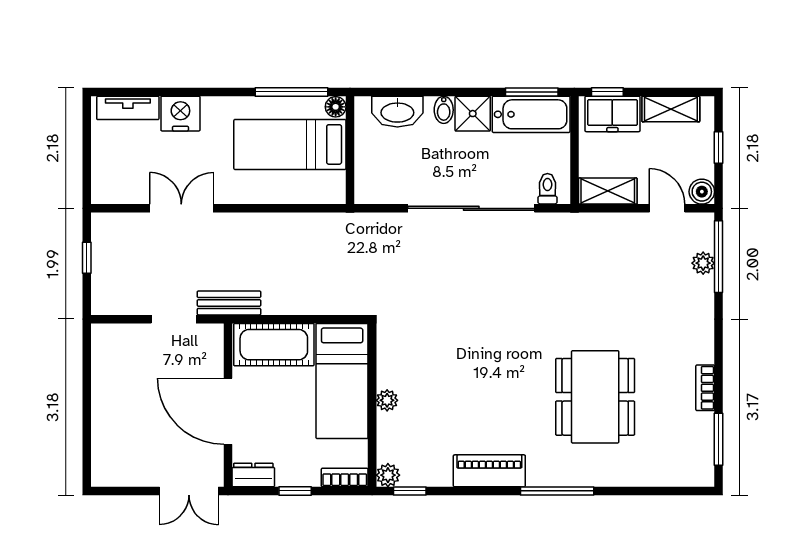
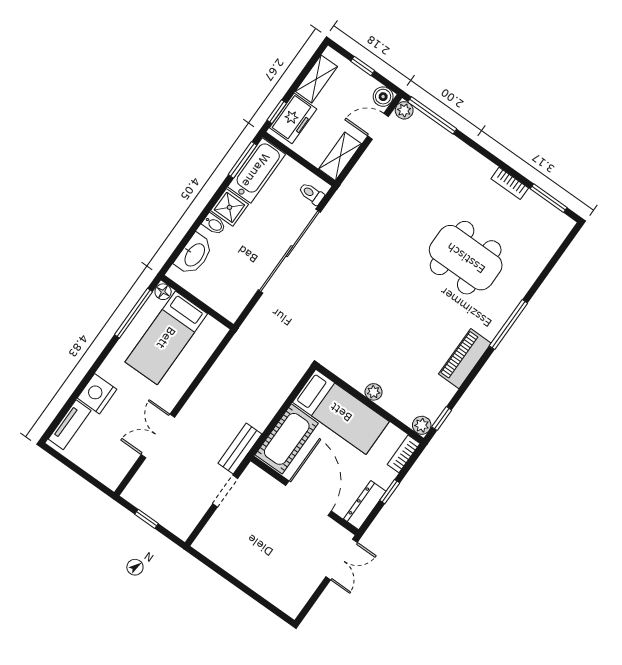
plant: (703, 263) -> (404, 110), moved
door: (228, 411) -> (309, 498), swing flipped
dresser: (253, 475) -> (365, 505), width x1.44

